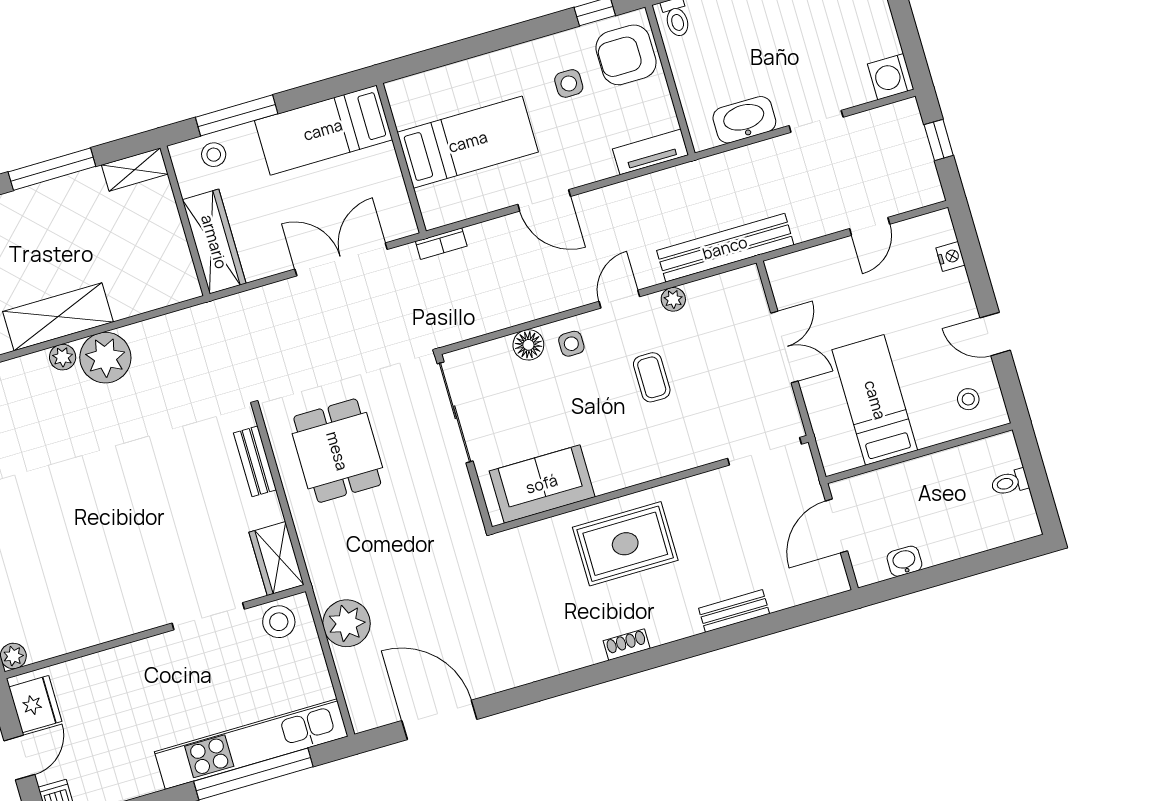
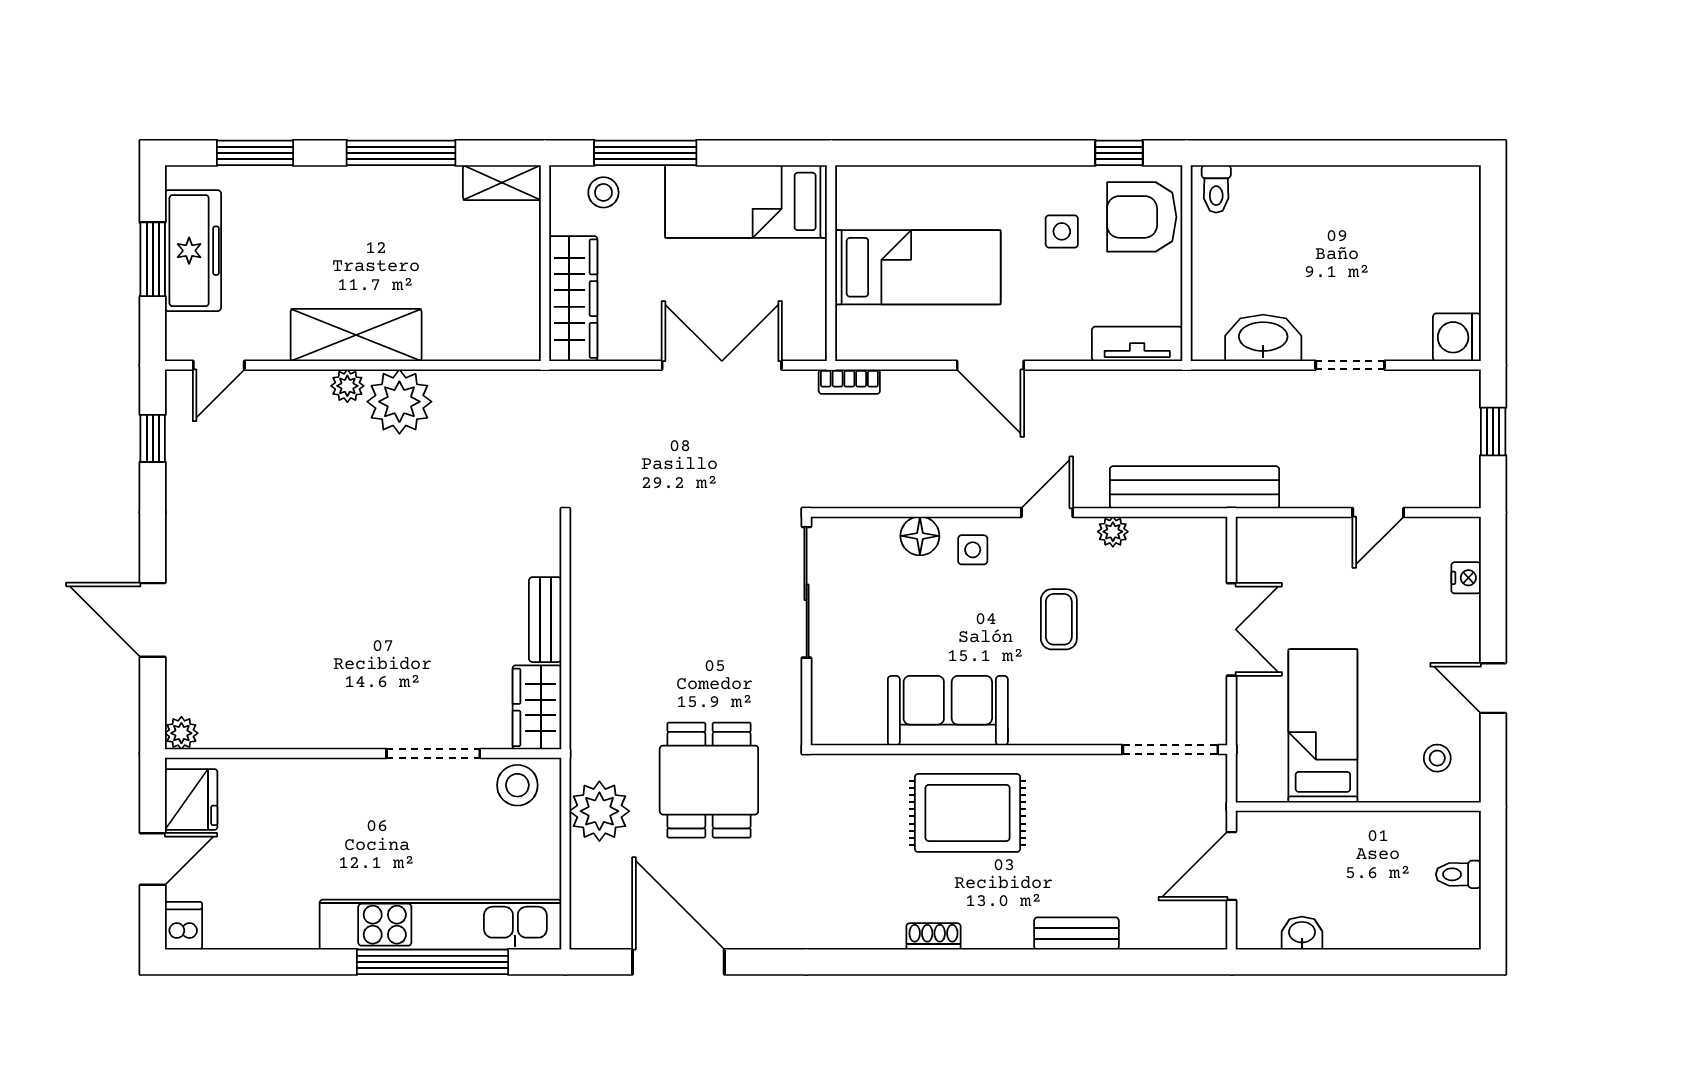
dining table: (337, 451) -> (709, 780), moved
bench: (255, 461) -> (545, 620), moved
sofa: (542, 484) -> (948, 711), moved

